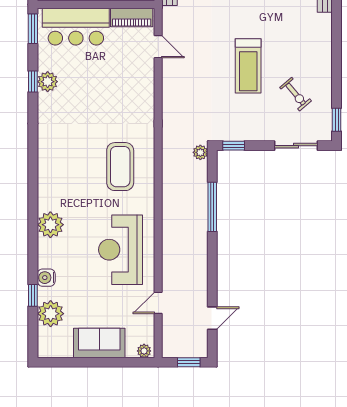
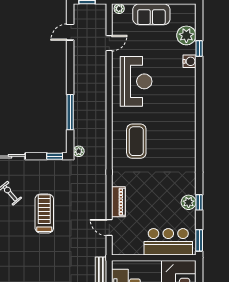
piano: (132, 17) -> (118, 202), moved, turned 90
plant: (50, 225) -> (186, 99), removed

